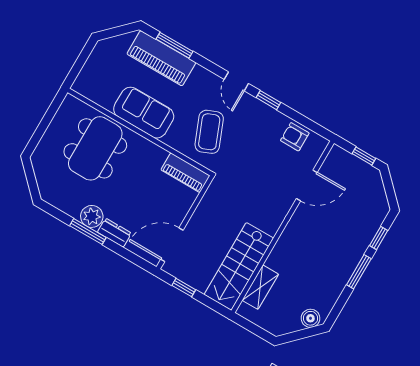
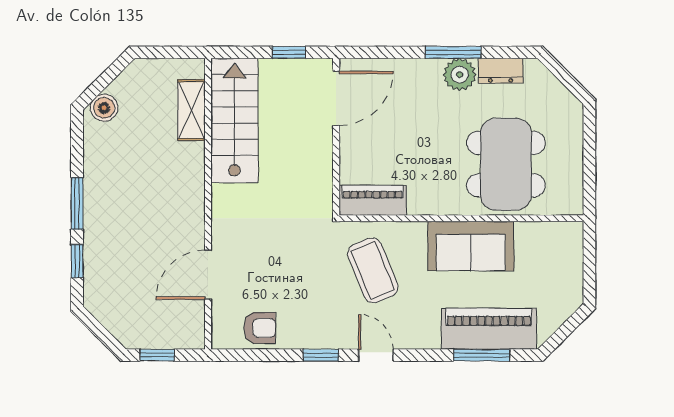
dresser: (114, 233) -> (501, 71), moved

